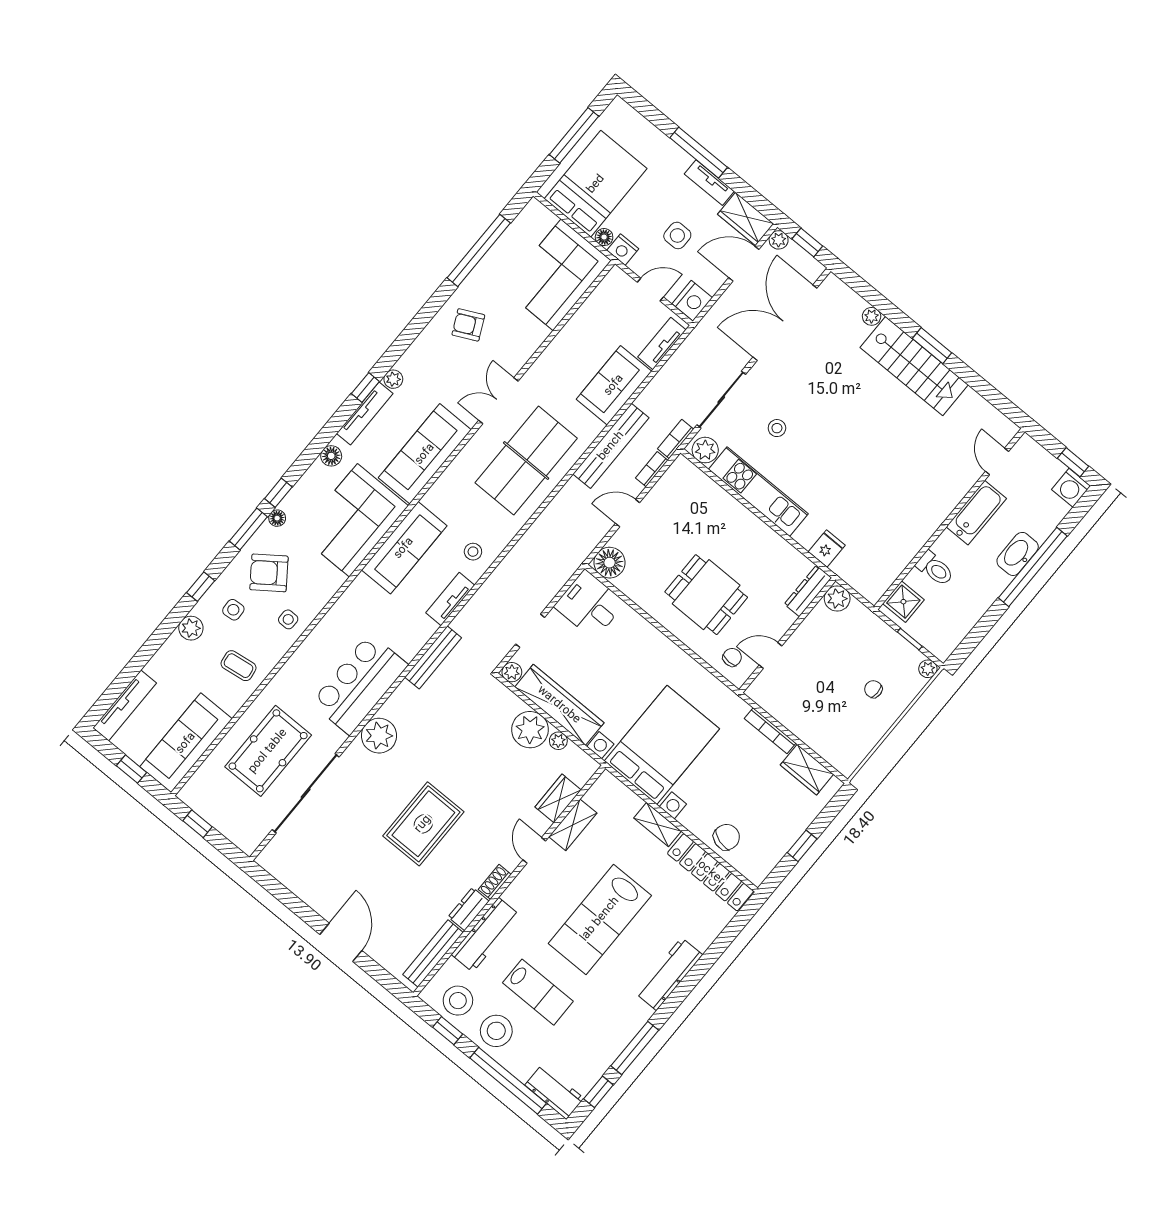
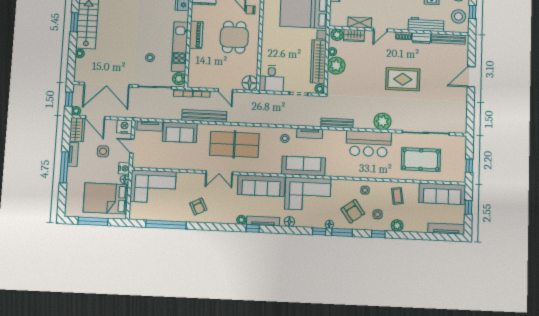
piano: (758, 533) -> (196, 35), added
plant: (581, 771) -> (337, 35), added

